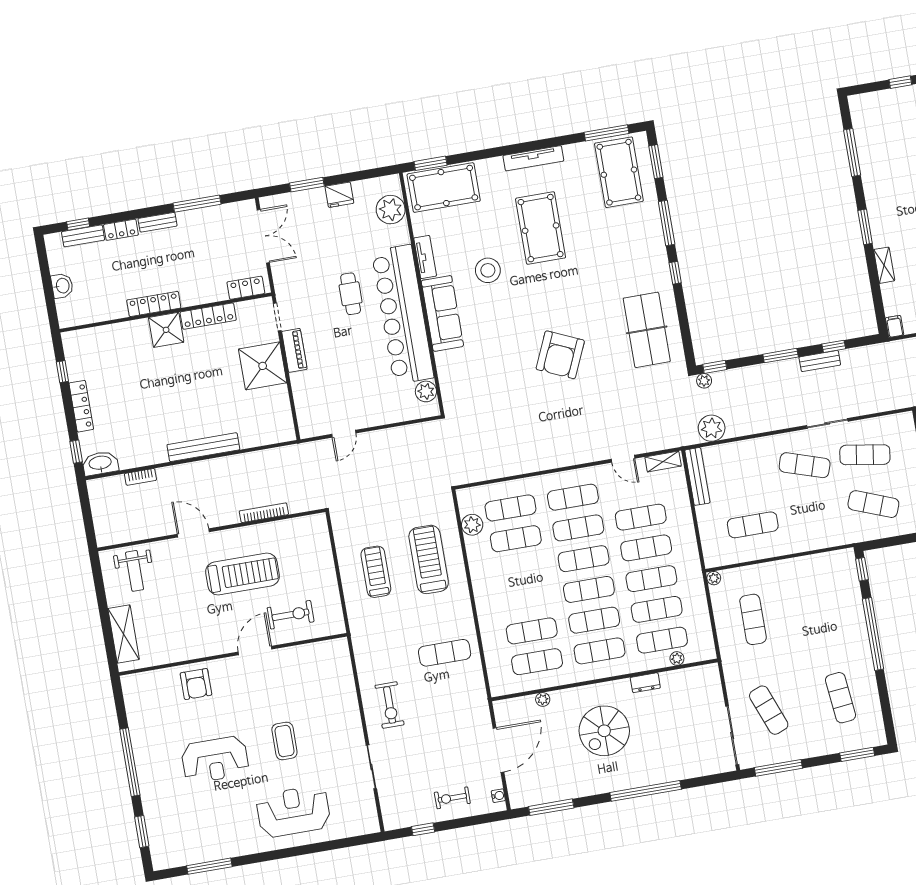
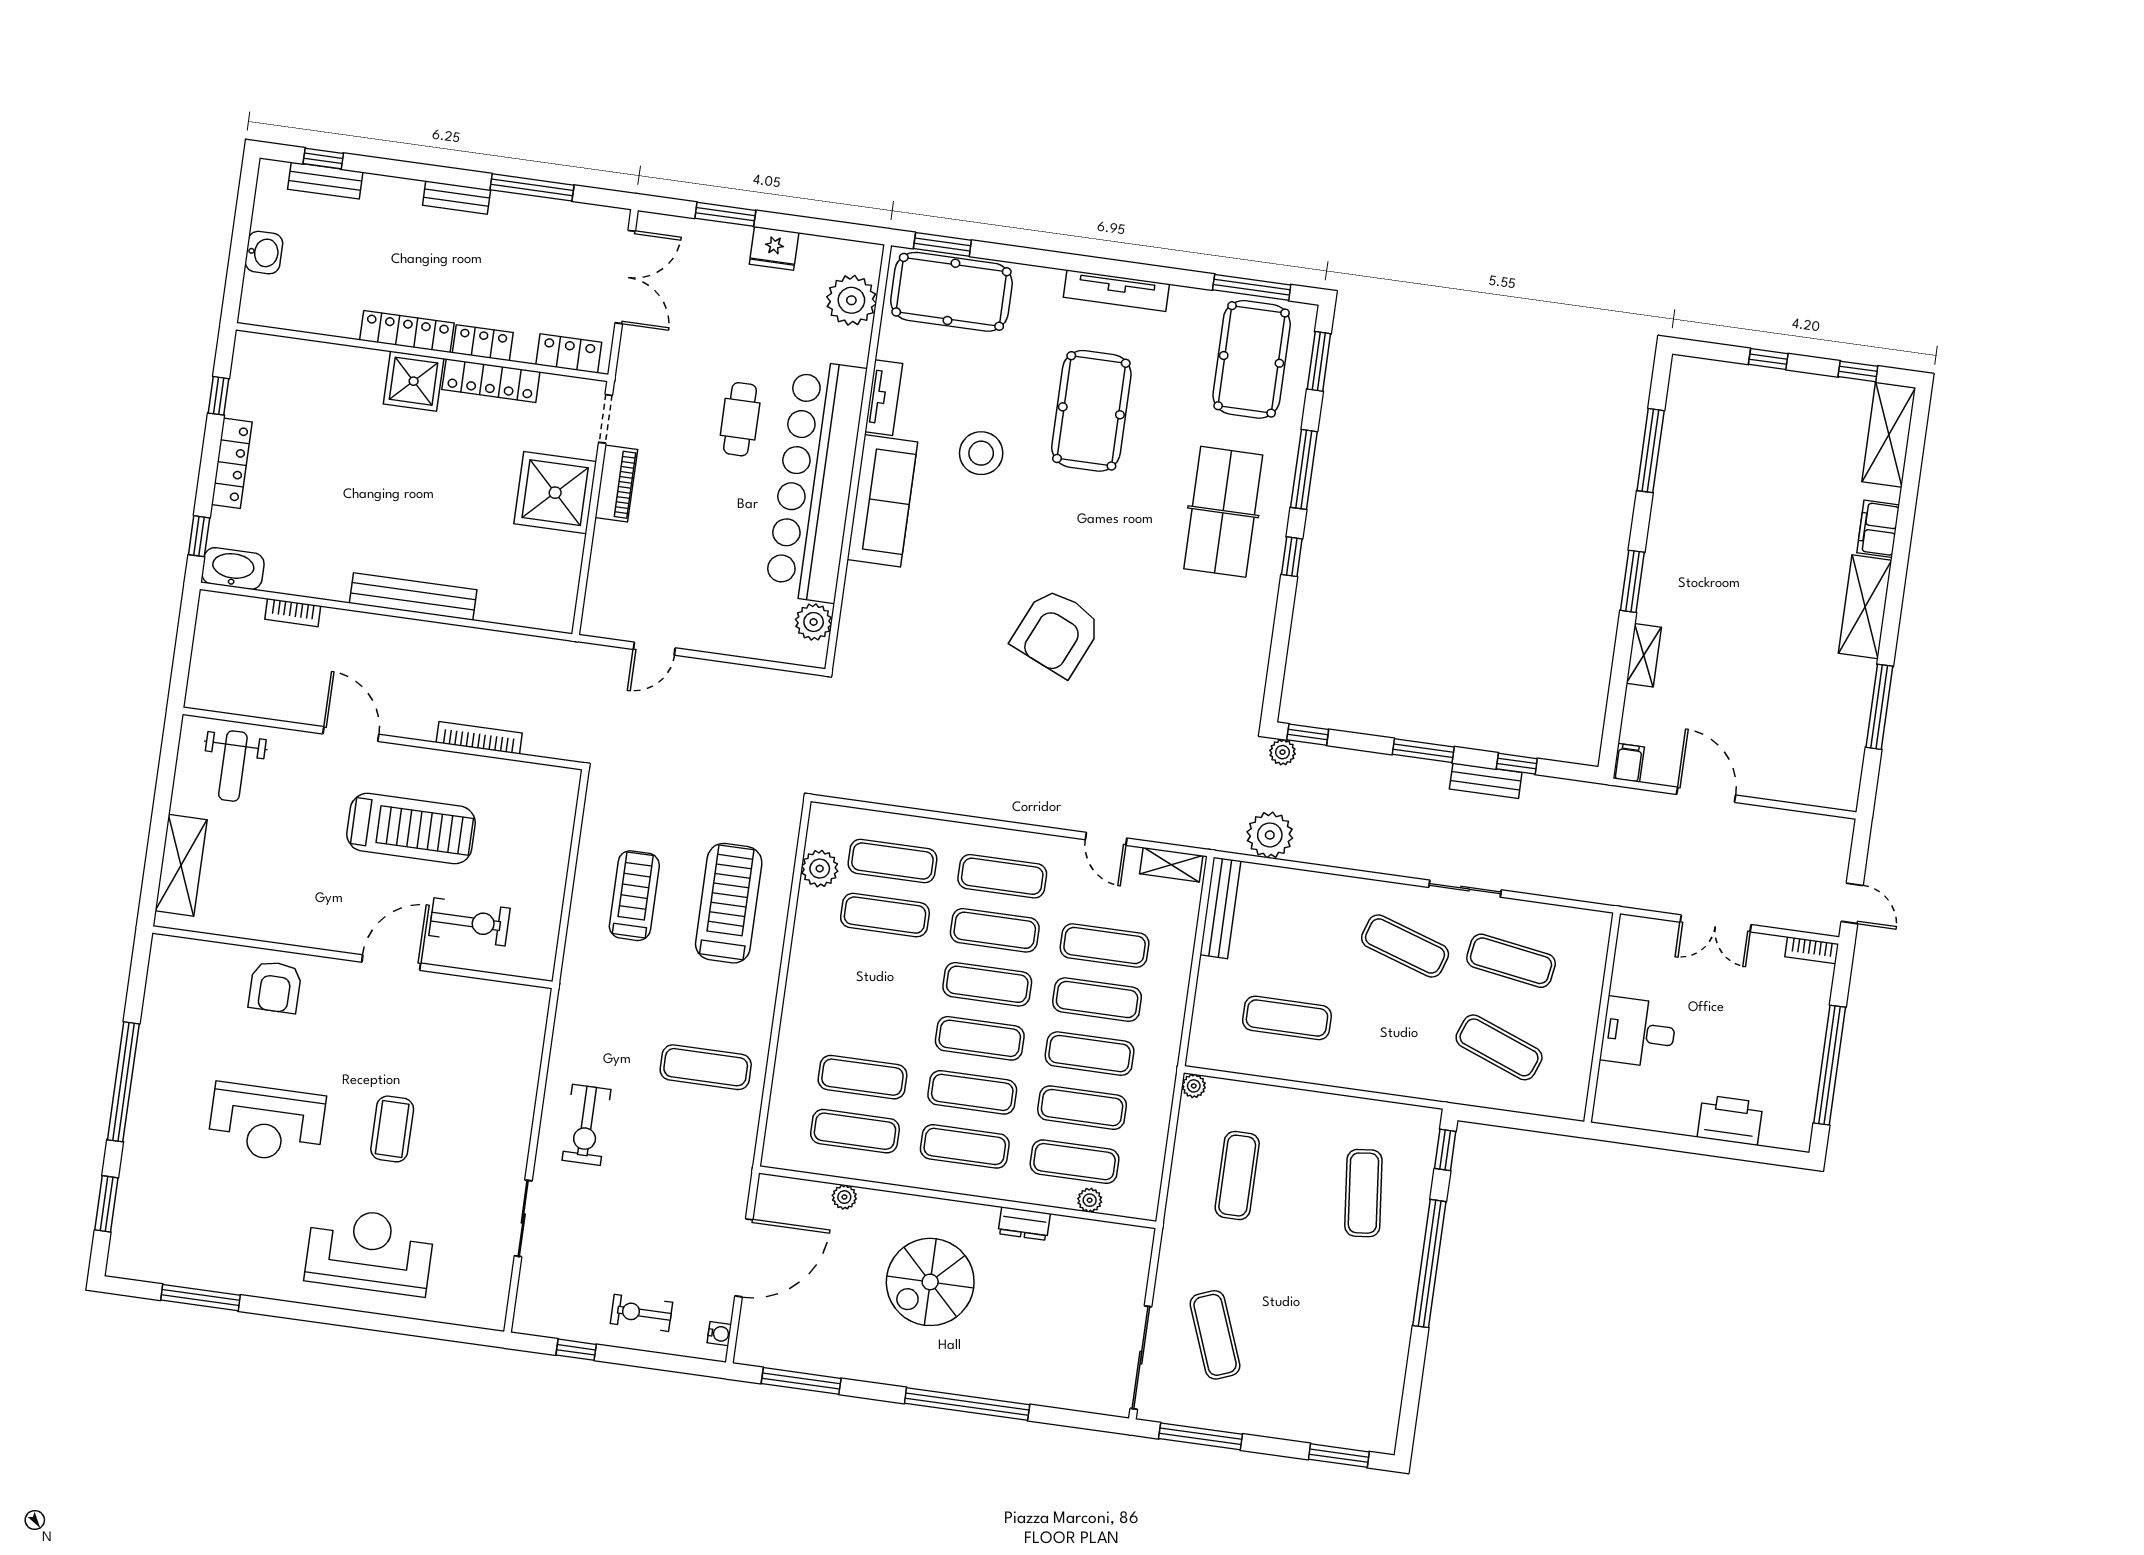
locker: (121, 230) -> (483, 343), moved, turned 180
table tennis table: (647, 330) -> (1223, 512), moved
exercise mat: (841, 698) -> (1363, 1193), moved

